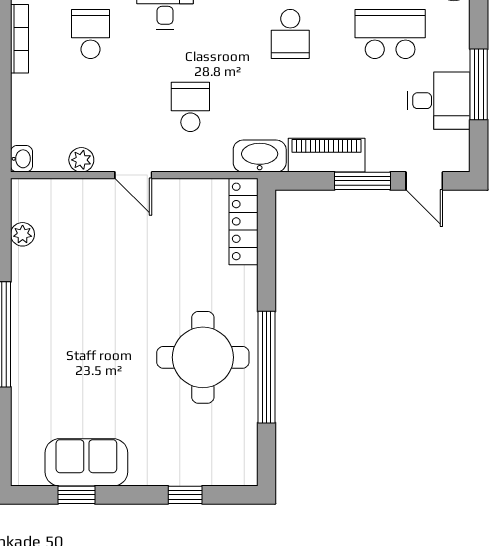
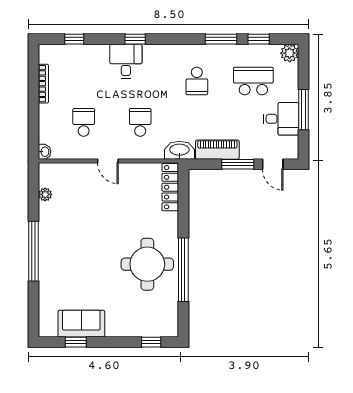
school desk: (91, 34) -> (84, 122), moved
plant: (81, 160) -> (78, 152), removed
window: (185, 495) -> (151, 342), moved

